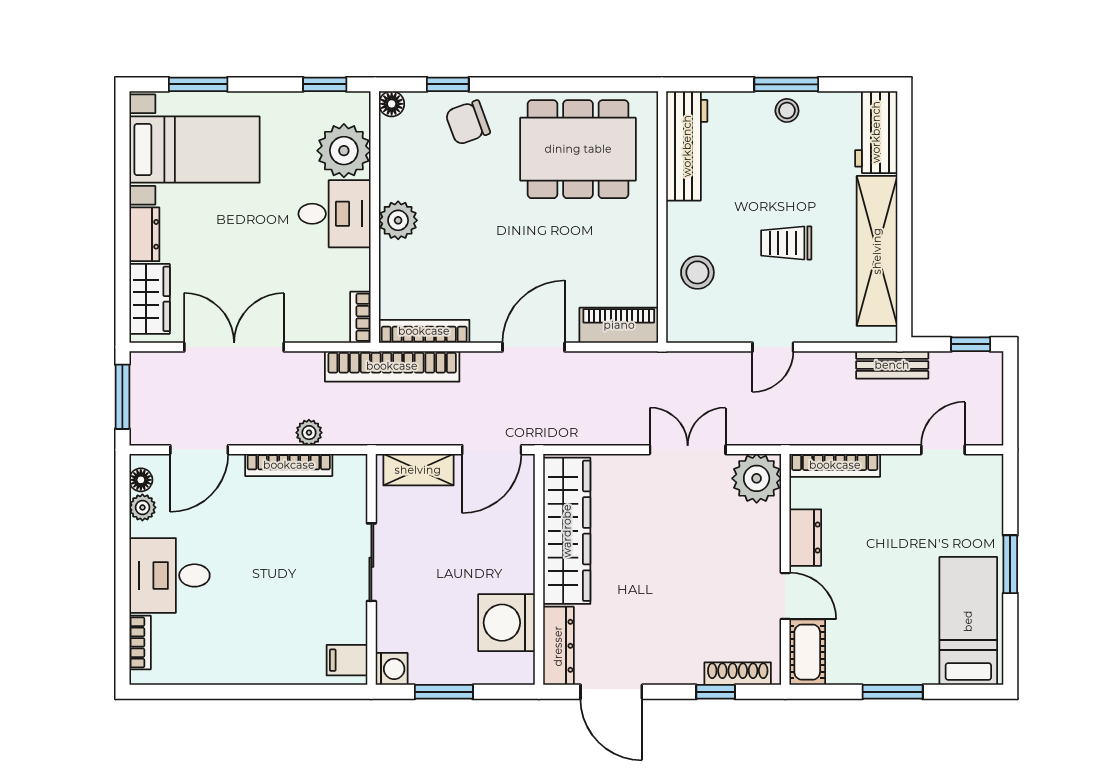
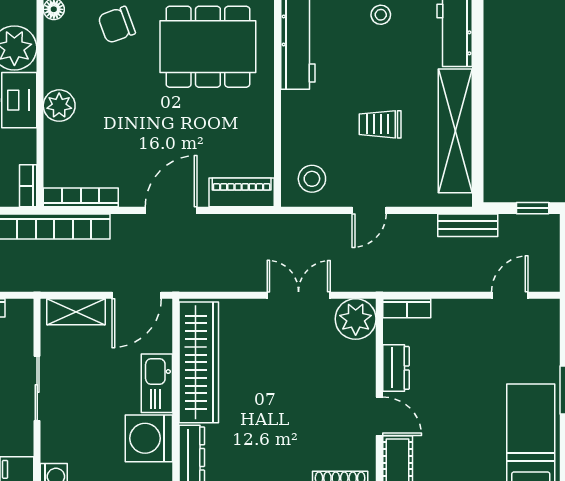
stool: (697, 272) -> (312, 179), moved
bookcase: (835, 465) -> (407, 308), width x0.64
kitchen sink: (516, 556) -> (157, 383), added

